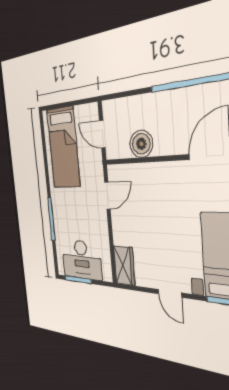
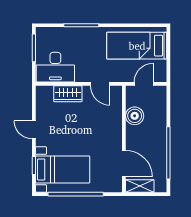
desk: (82, 260) -> (55, 67), moved, turned -90
wardrobe: (124, 266) -> (68, 94), moved
door: (170, 293) -> (34, 130), hinge flipped

